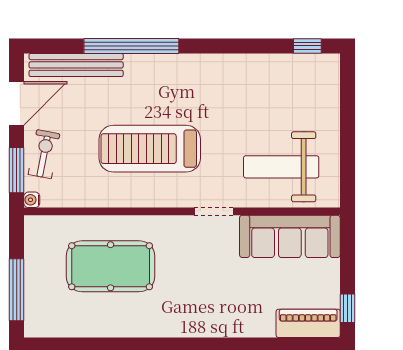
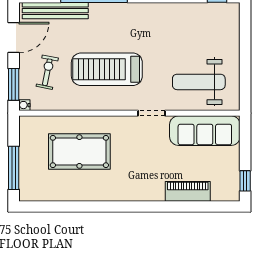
exercise bike: (44, 154) -> (47, 72), moved
piano: (308, 323) -> (188, 191), moved

